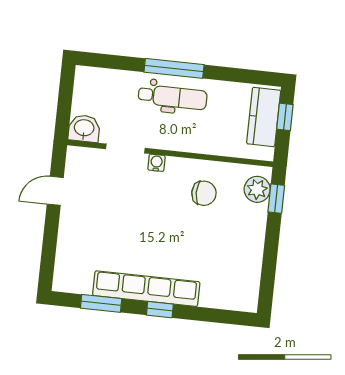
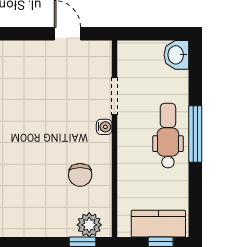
dental chair: (173, 97) -> (168, 136), turned 180
washbasin: (84, 128) -> (176, 55), moved, turned 180

